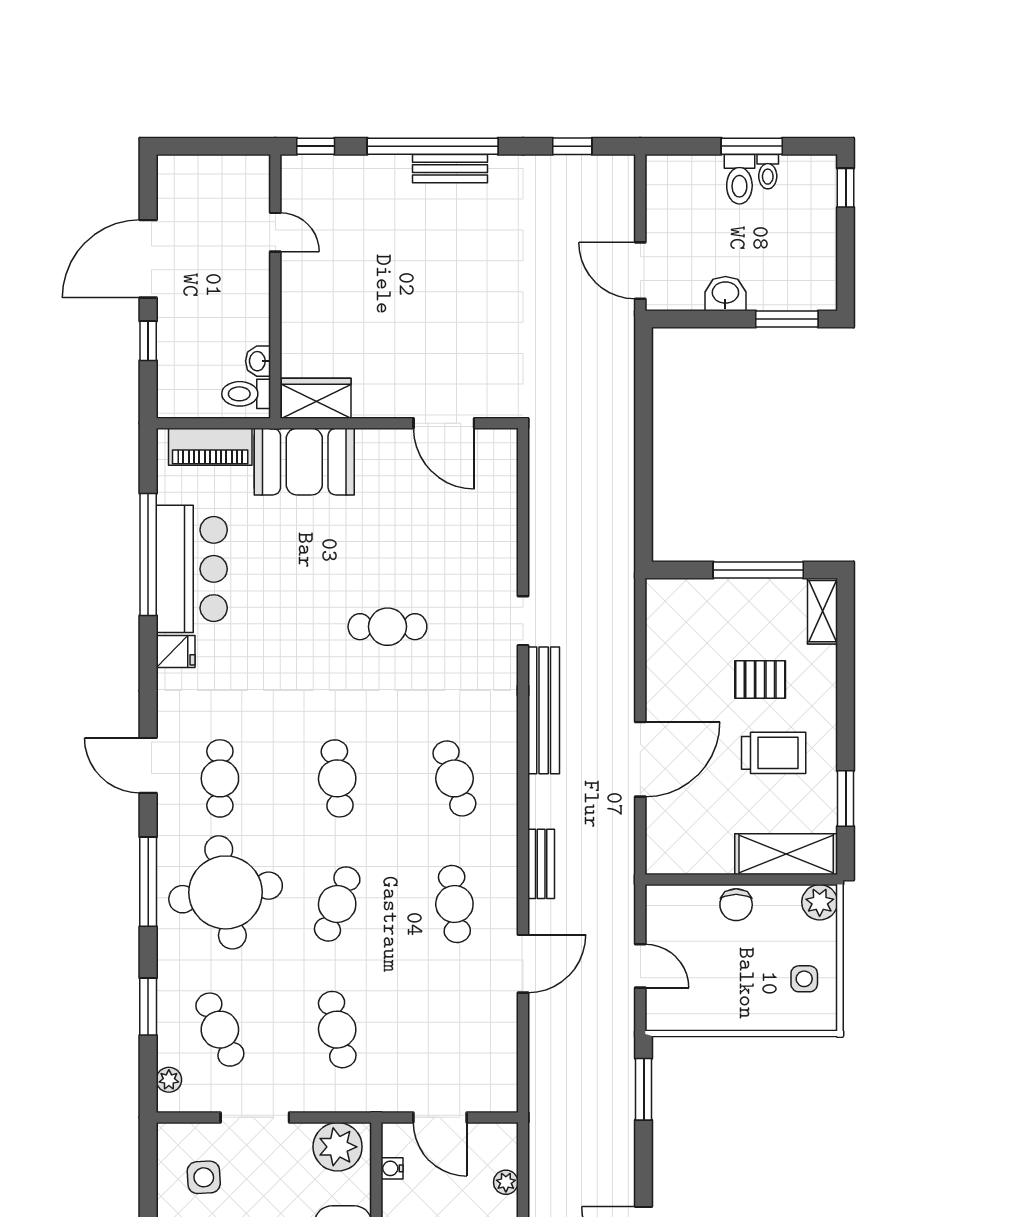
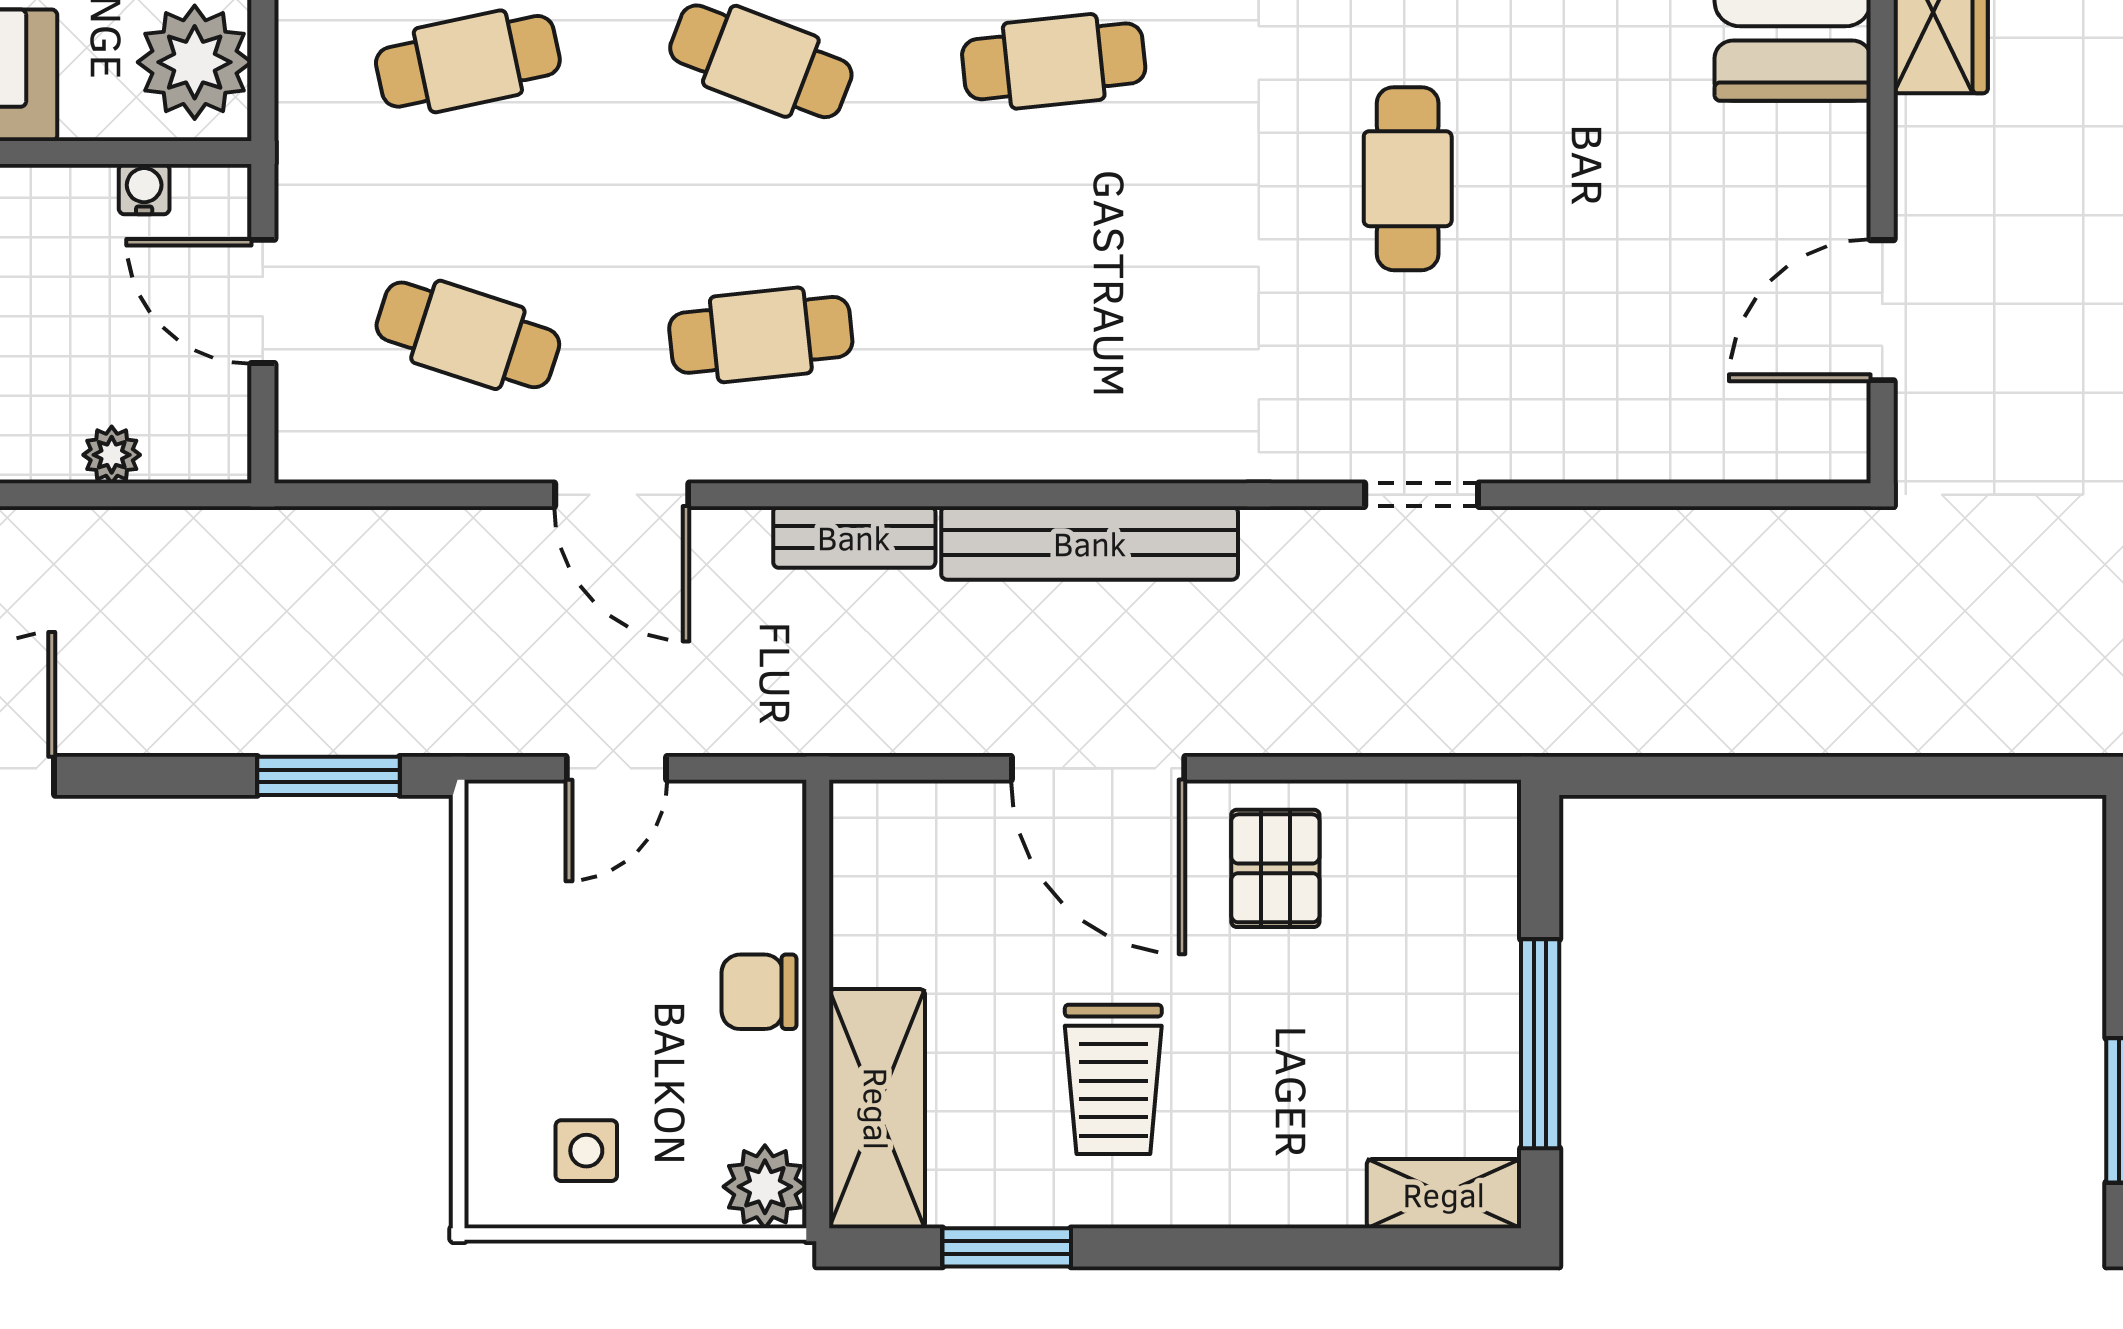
pallet: (760, 679) -> (1275, 868), moved
bench: (544, 710) -> (1090, 543), moved
cafe table: (454, 778) -> (468, 335), moved, turned 36
door: (440, 1117) -> (263, 301), hinge flipped

